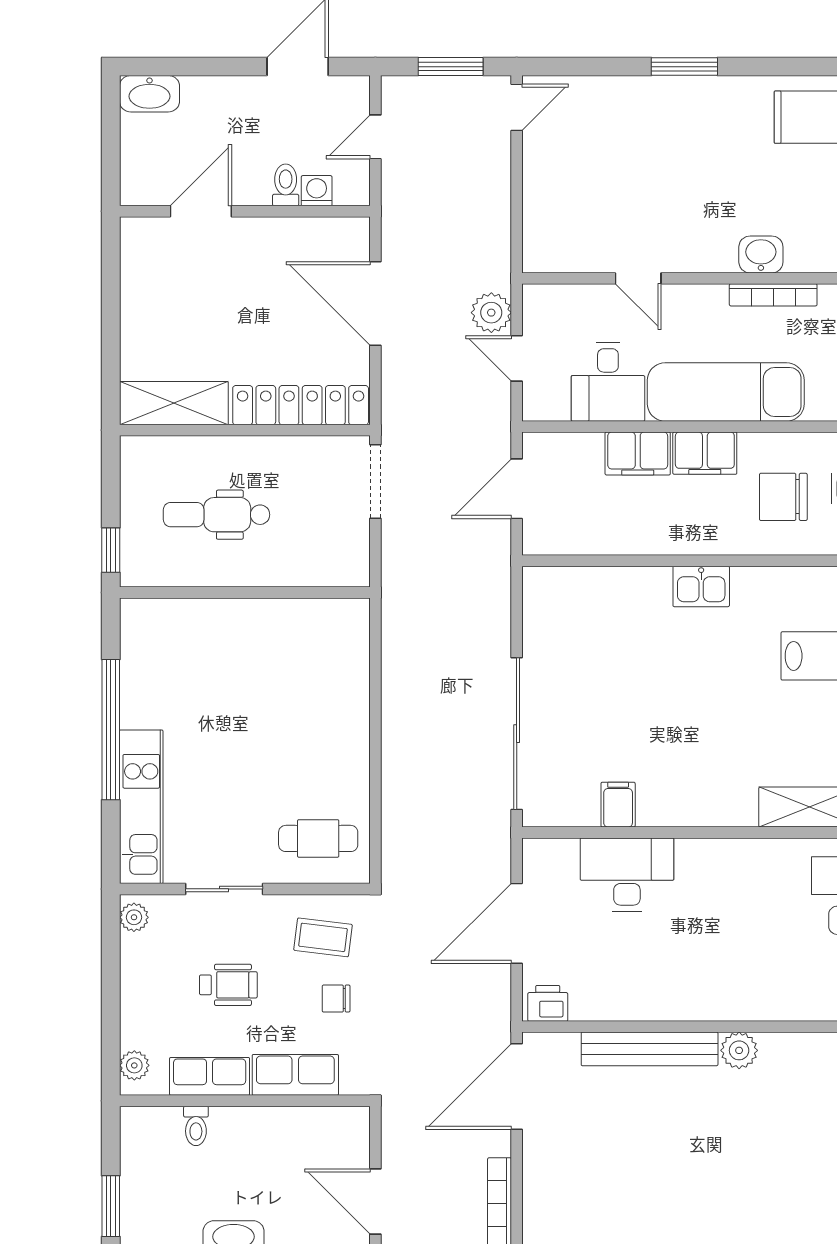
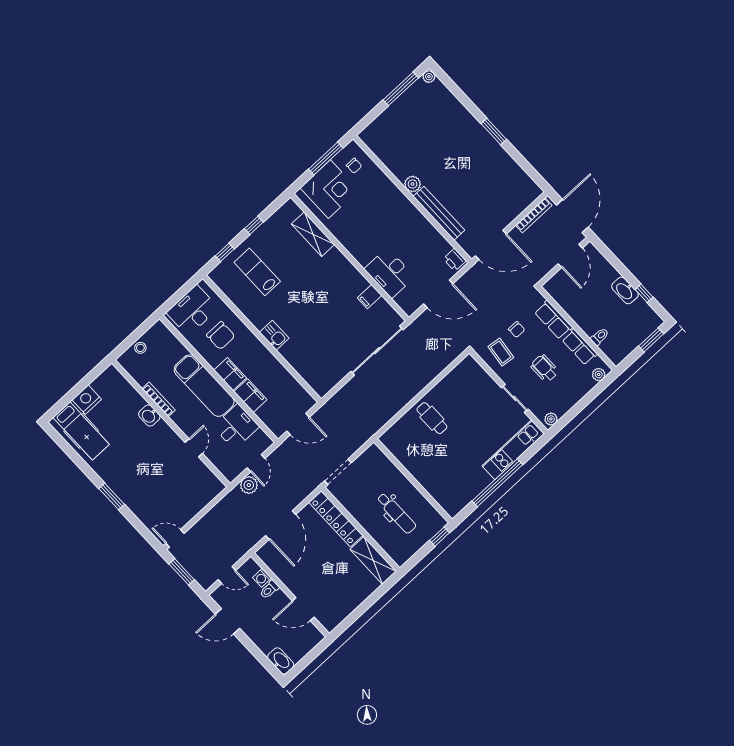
cafe table: (318, 838) -> (432, 418), moved

